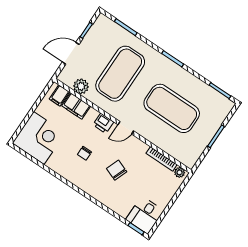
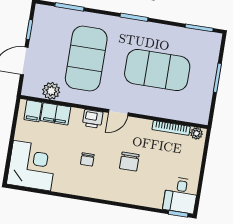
chair: (117, 170) -> (129, 162), turned -111

